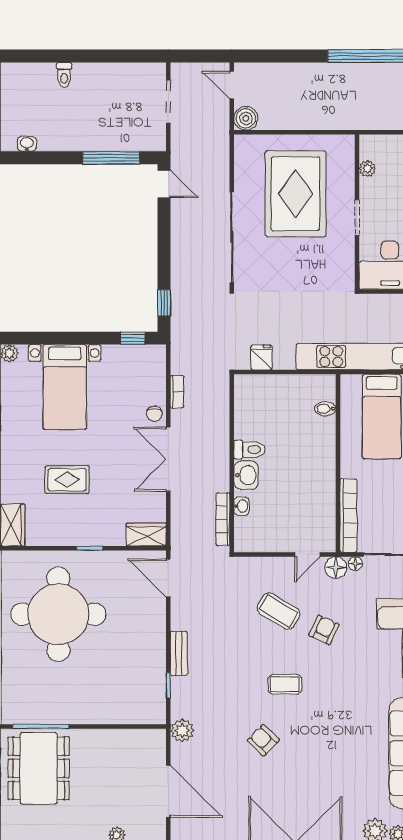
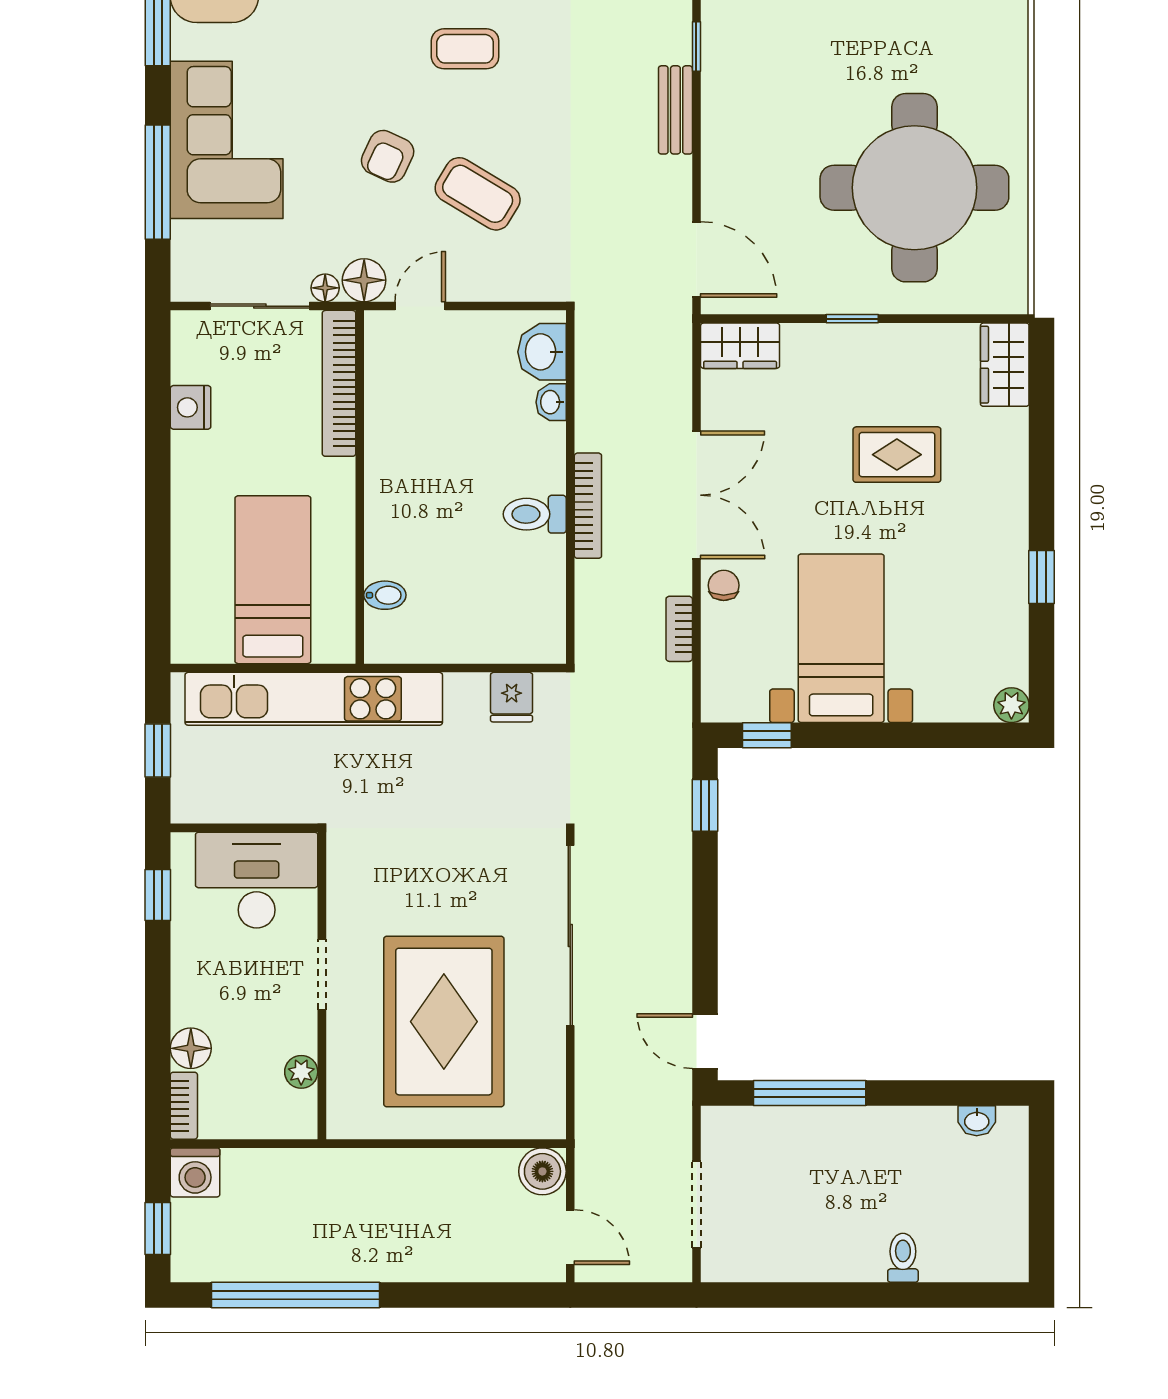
bed with nightstands: (65, 387) -> (841, 638), moved
washbasin: (246, 475) -> (542, 352), moved
bookcase: (223, 519) -> (588, 506), moved

